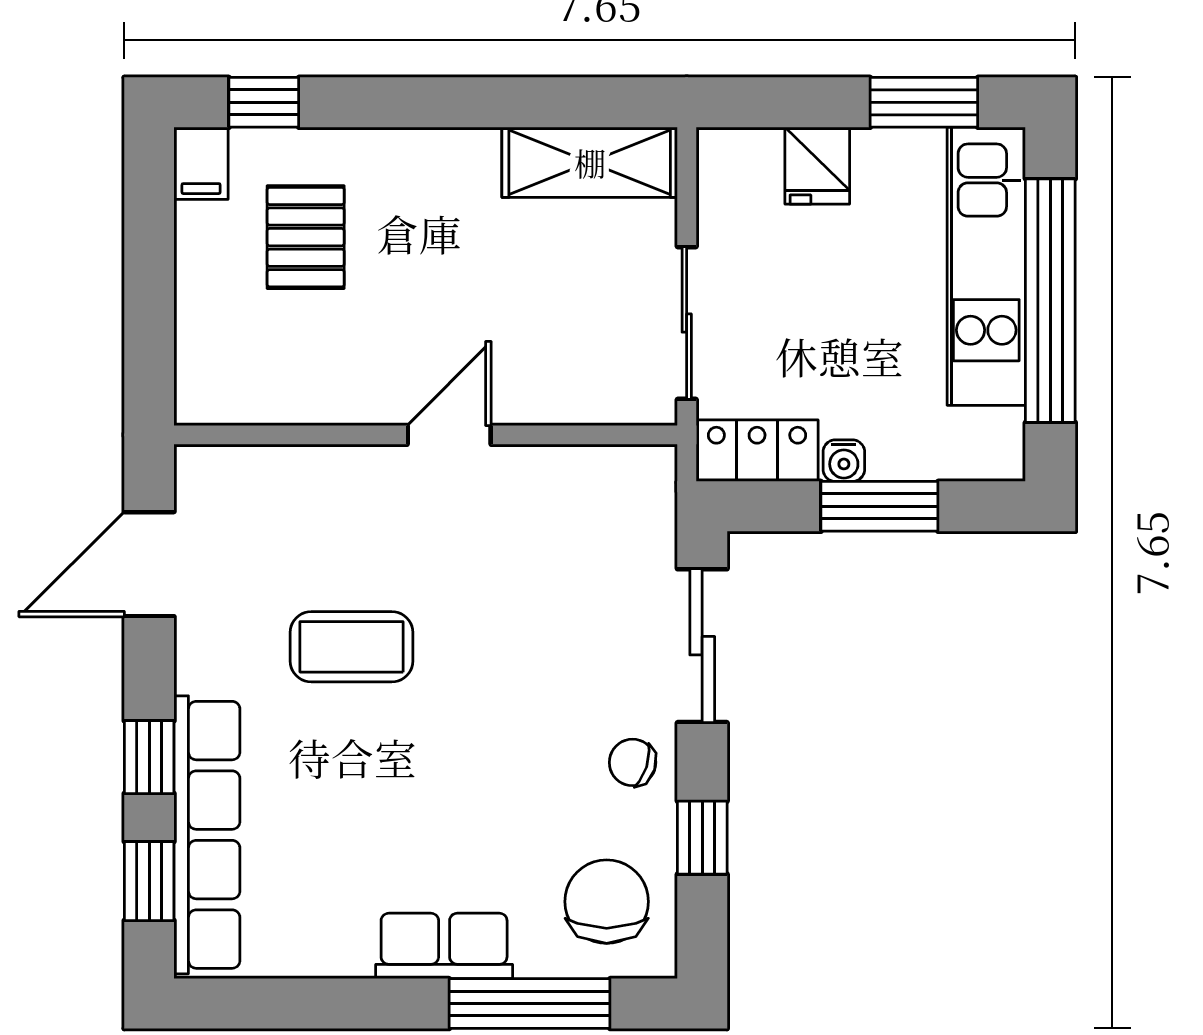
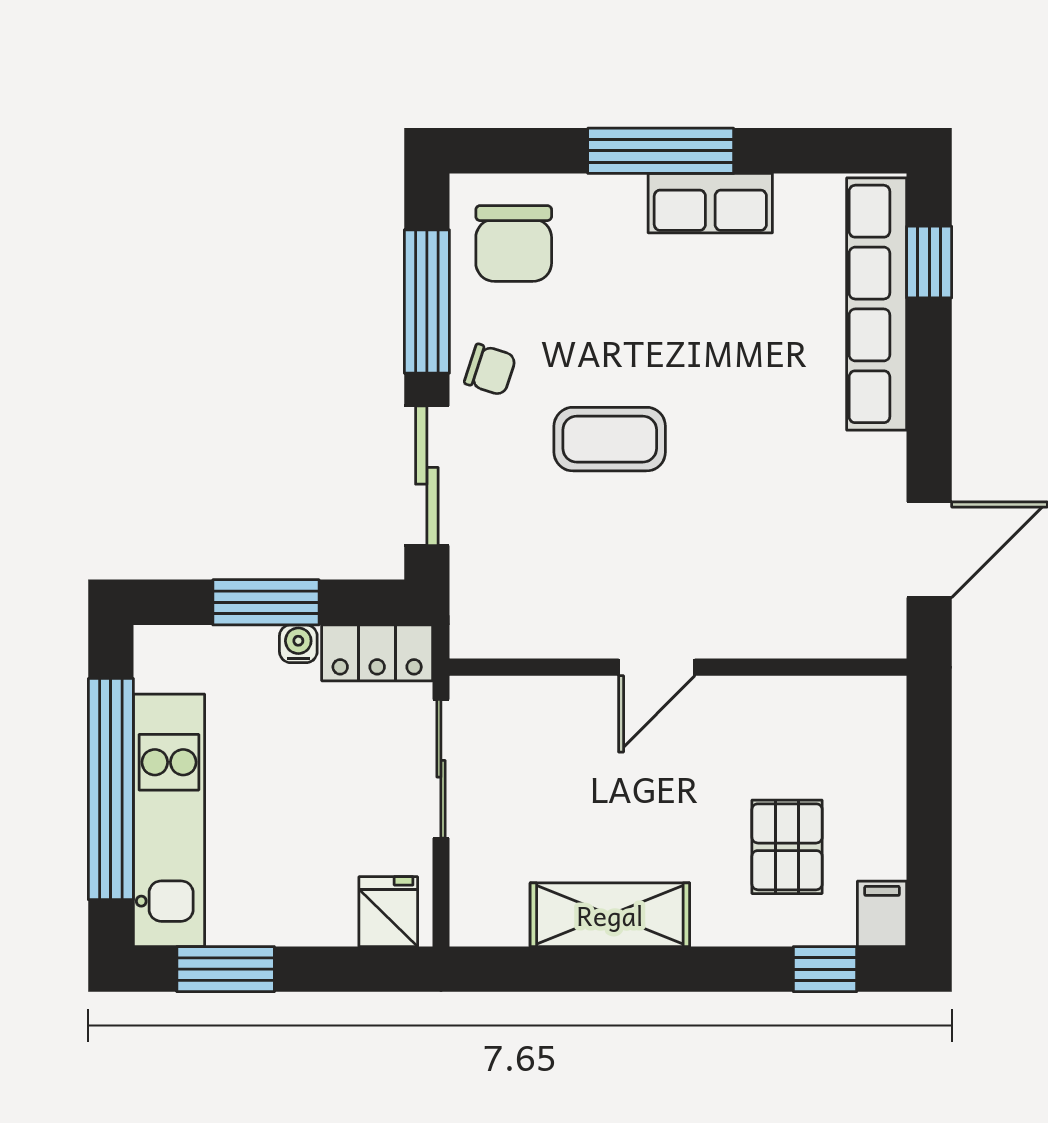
shelving: (590, 162) -> (610, 915), moved
fridge: (817, 166) -> (388, 912), moved
coffee table: (352, 647) -> (610, 439), moved
window: (149, 757) -> (929, 375), removed
window: (702, 838) -> (427, 301), width x2.17
row of seats: (444, 946) -> (710, 203), moved
window: (530, 1004) -> (661, 151), moved

